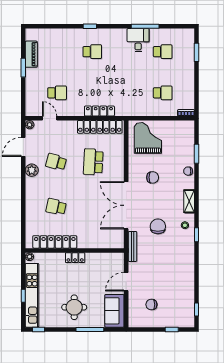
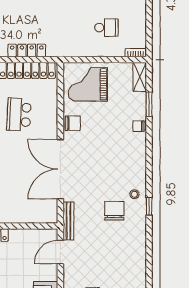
grand piano: (148, 138) -> (88, 84), turned -90
chair: (153, 177) -> (73, 123), moved
shelving: (189, 201) -> (140, 77), moved
chair: (158, 226) -> (114, 211), moved
door: (126, 282) -> (60, 252), moved

